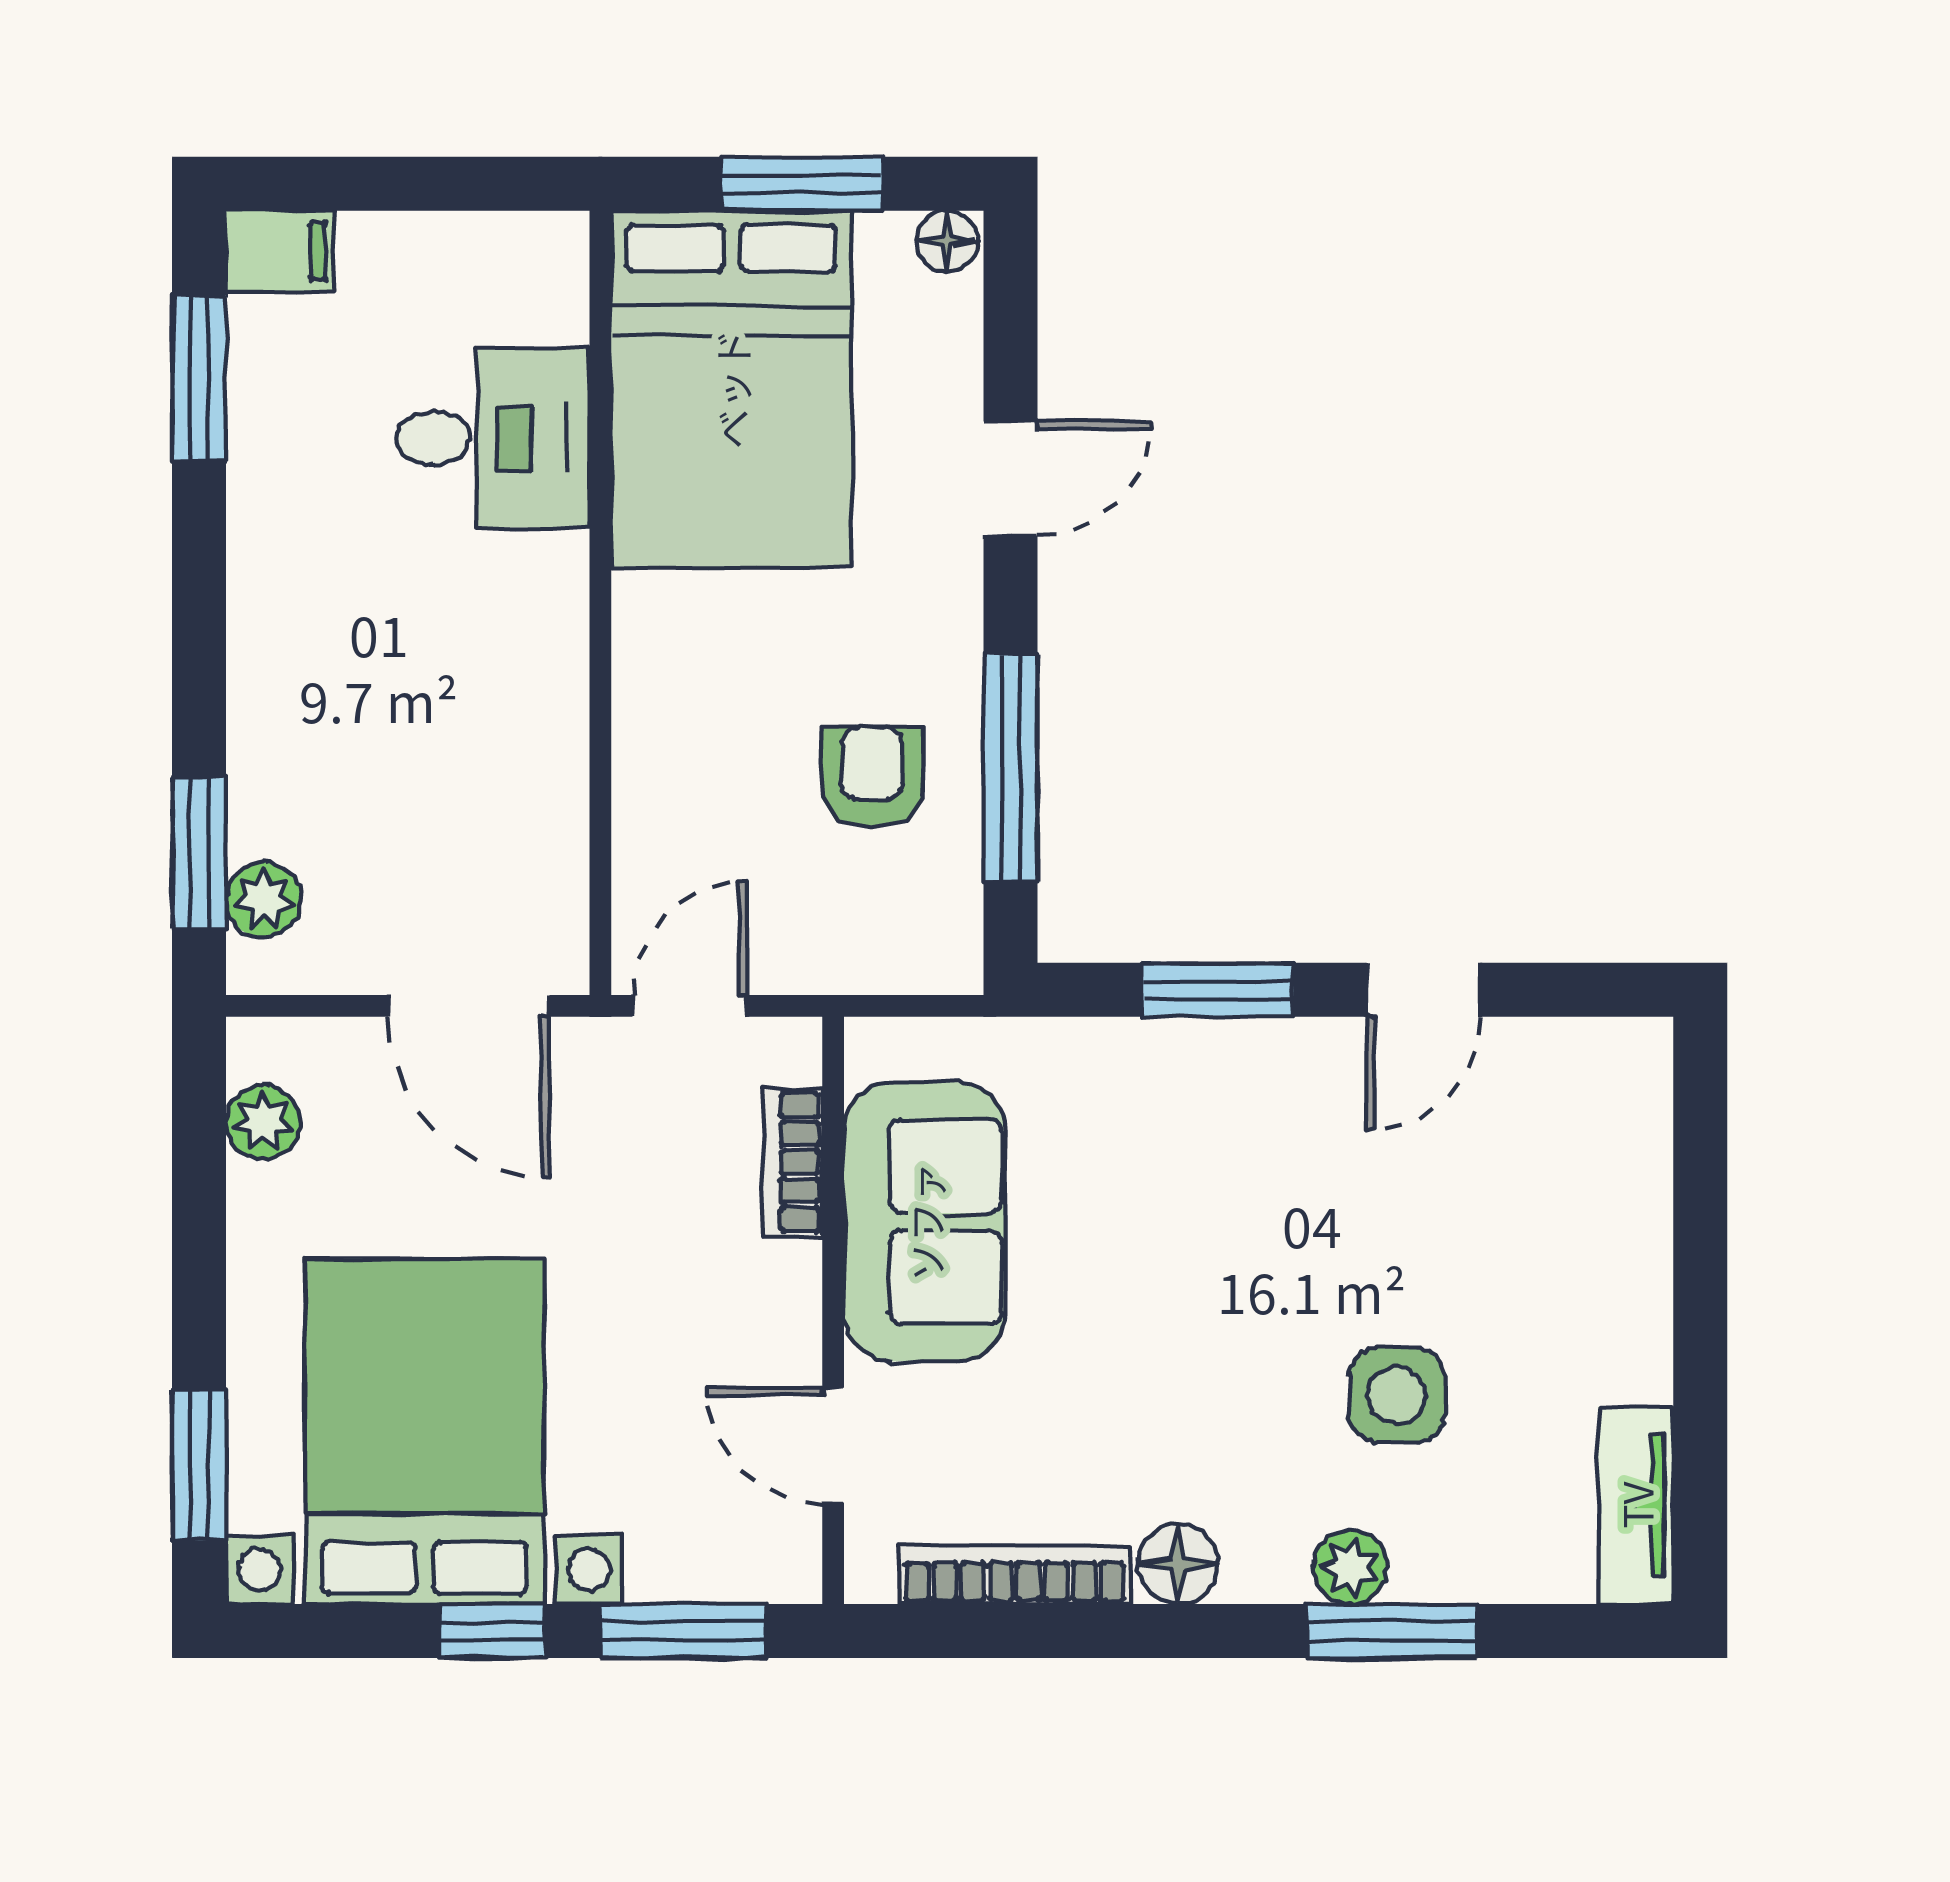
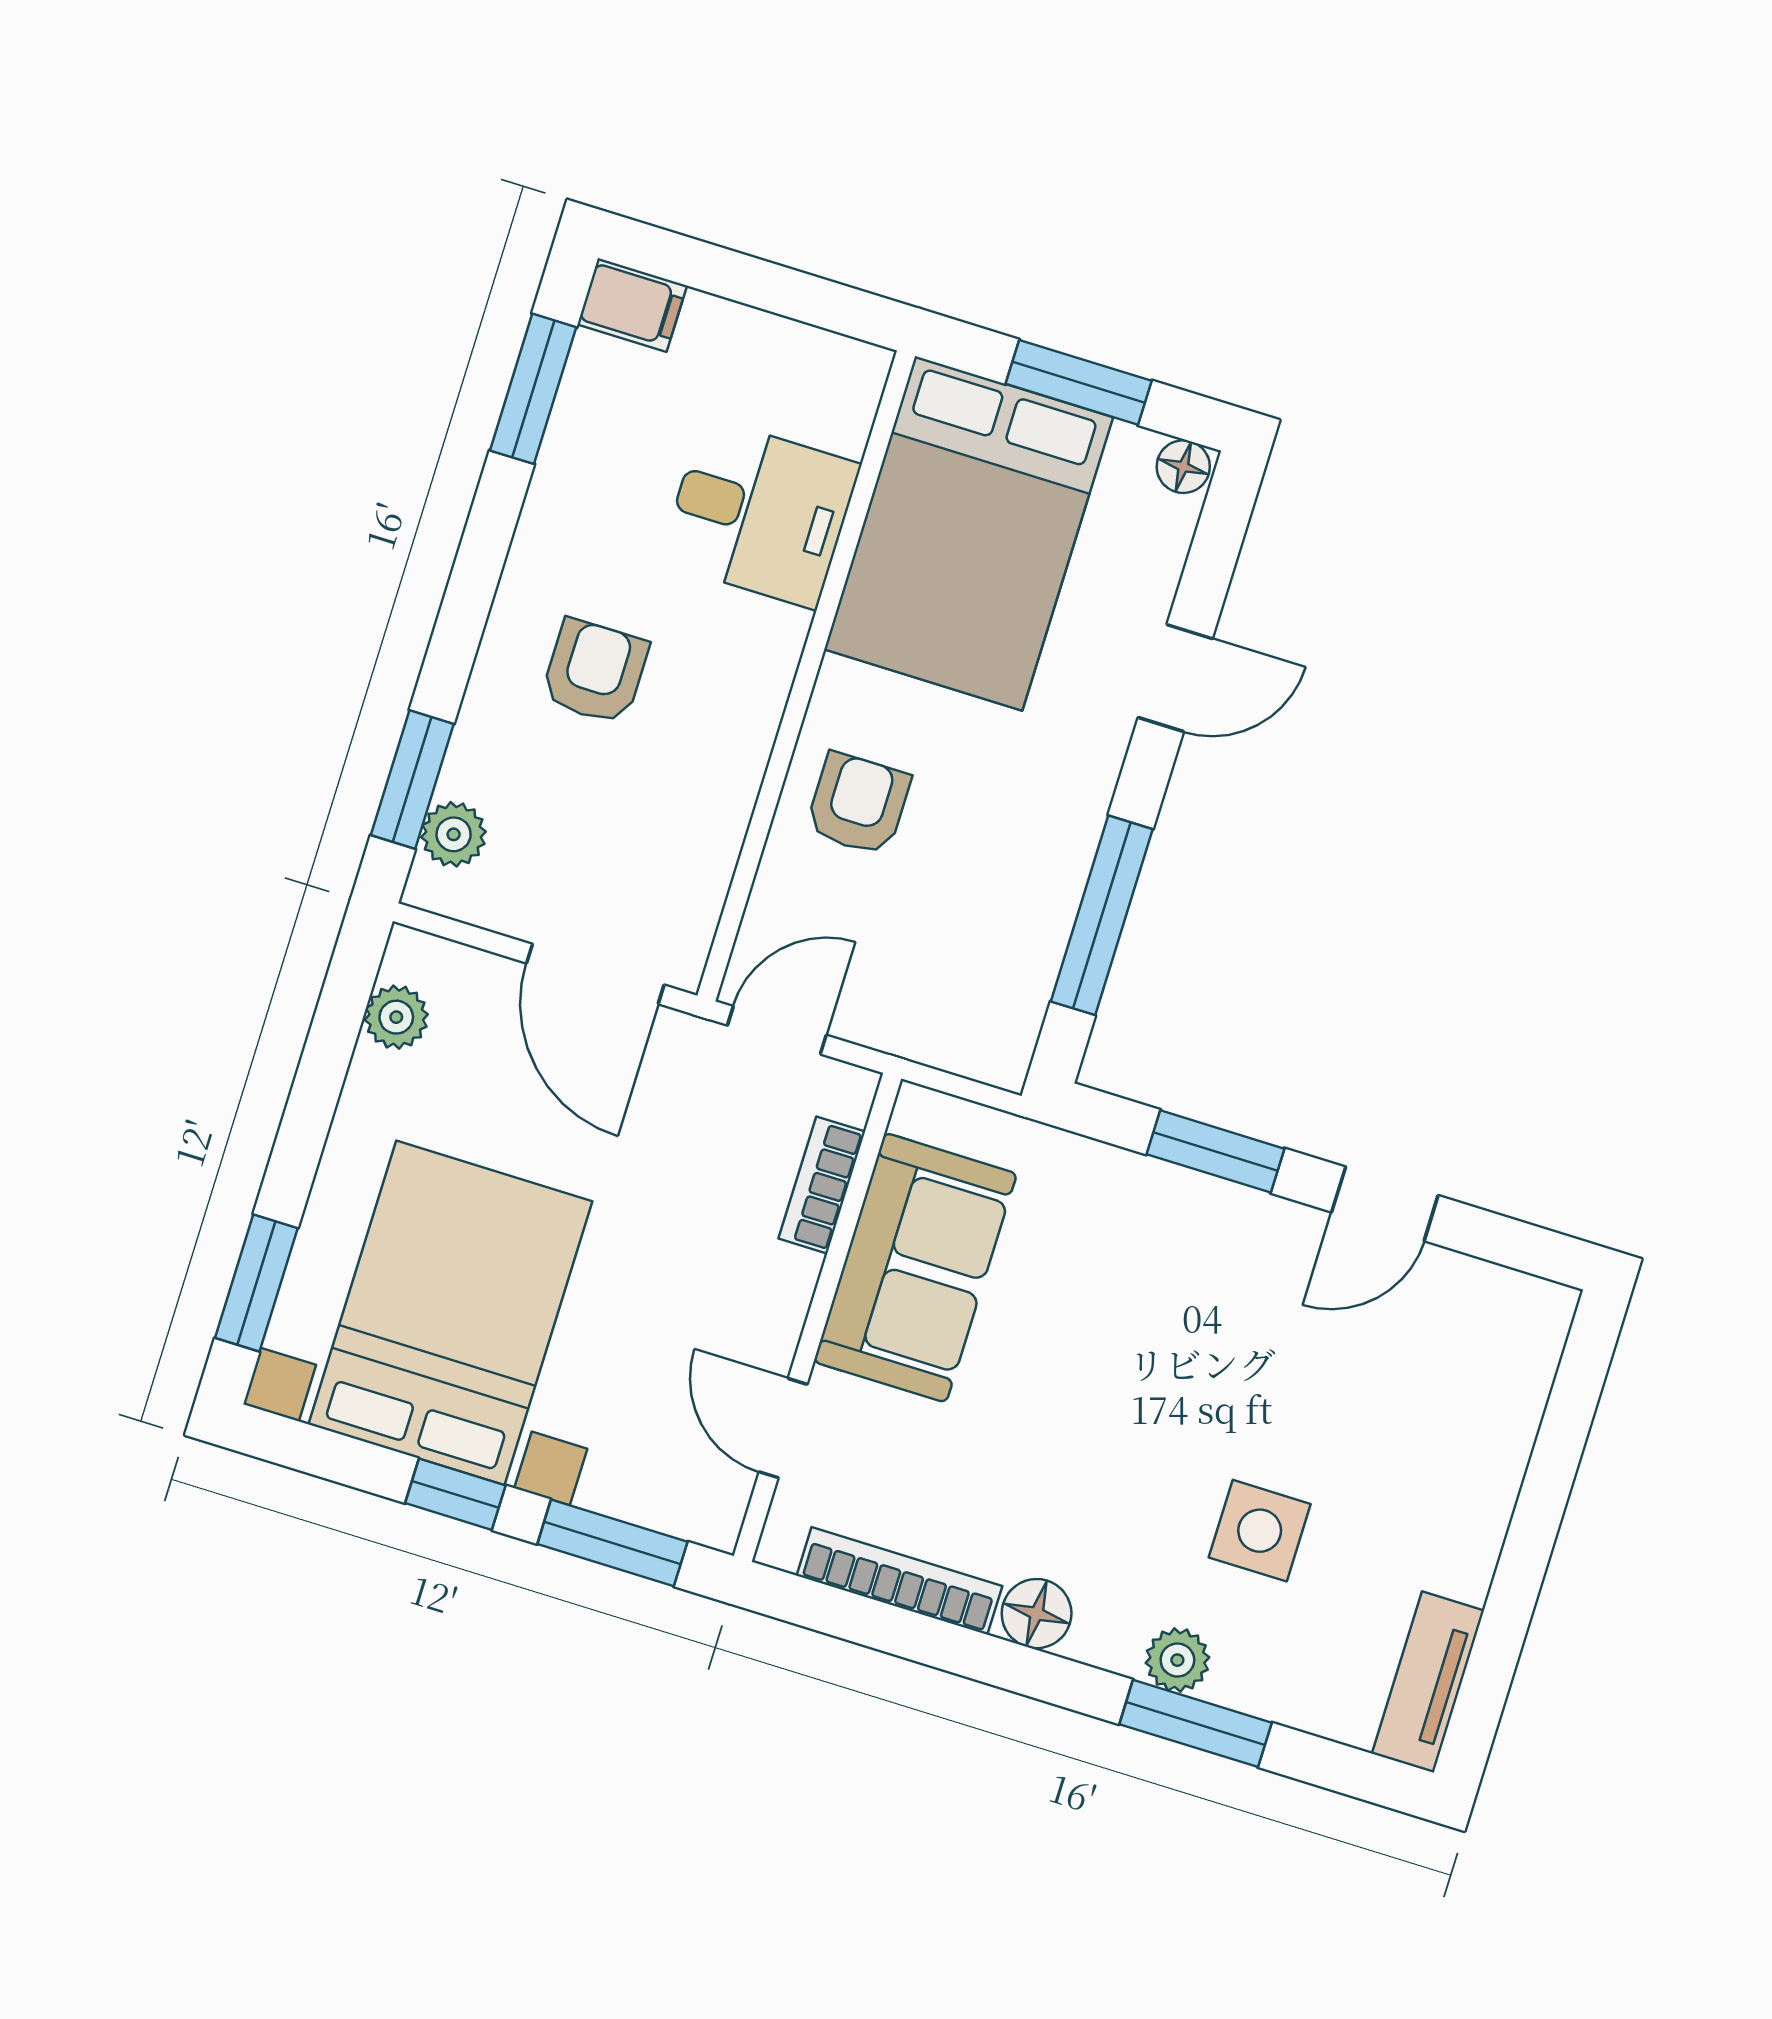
armchair: (365, 671) -> (595, 672), added
armchair: (872, 778) -> (858, 804), moved

